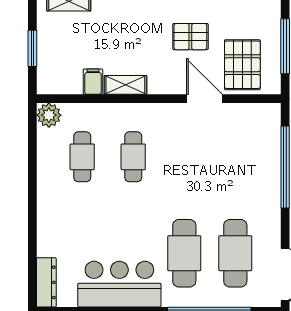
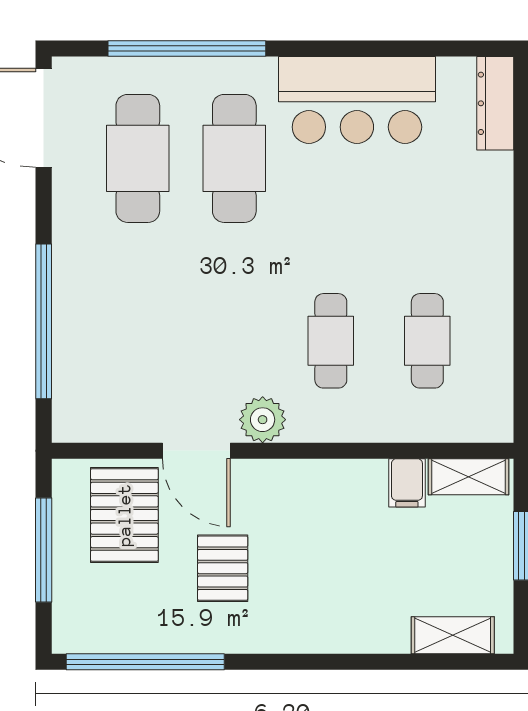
pallet: (190, 37) -> (223, 568), turned 90
shelving: (125, 85) -> (468, 477), moved
plant: (49, 115) -> (263, 420), moved

